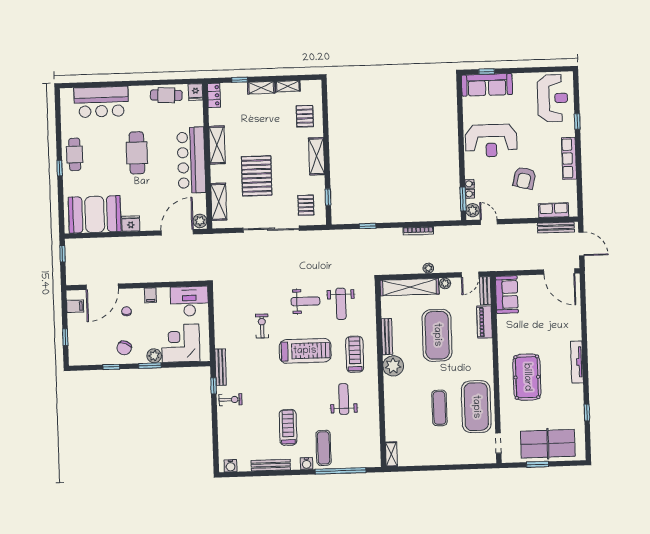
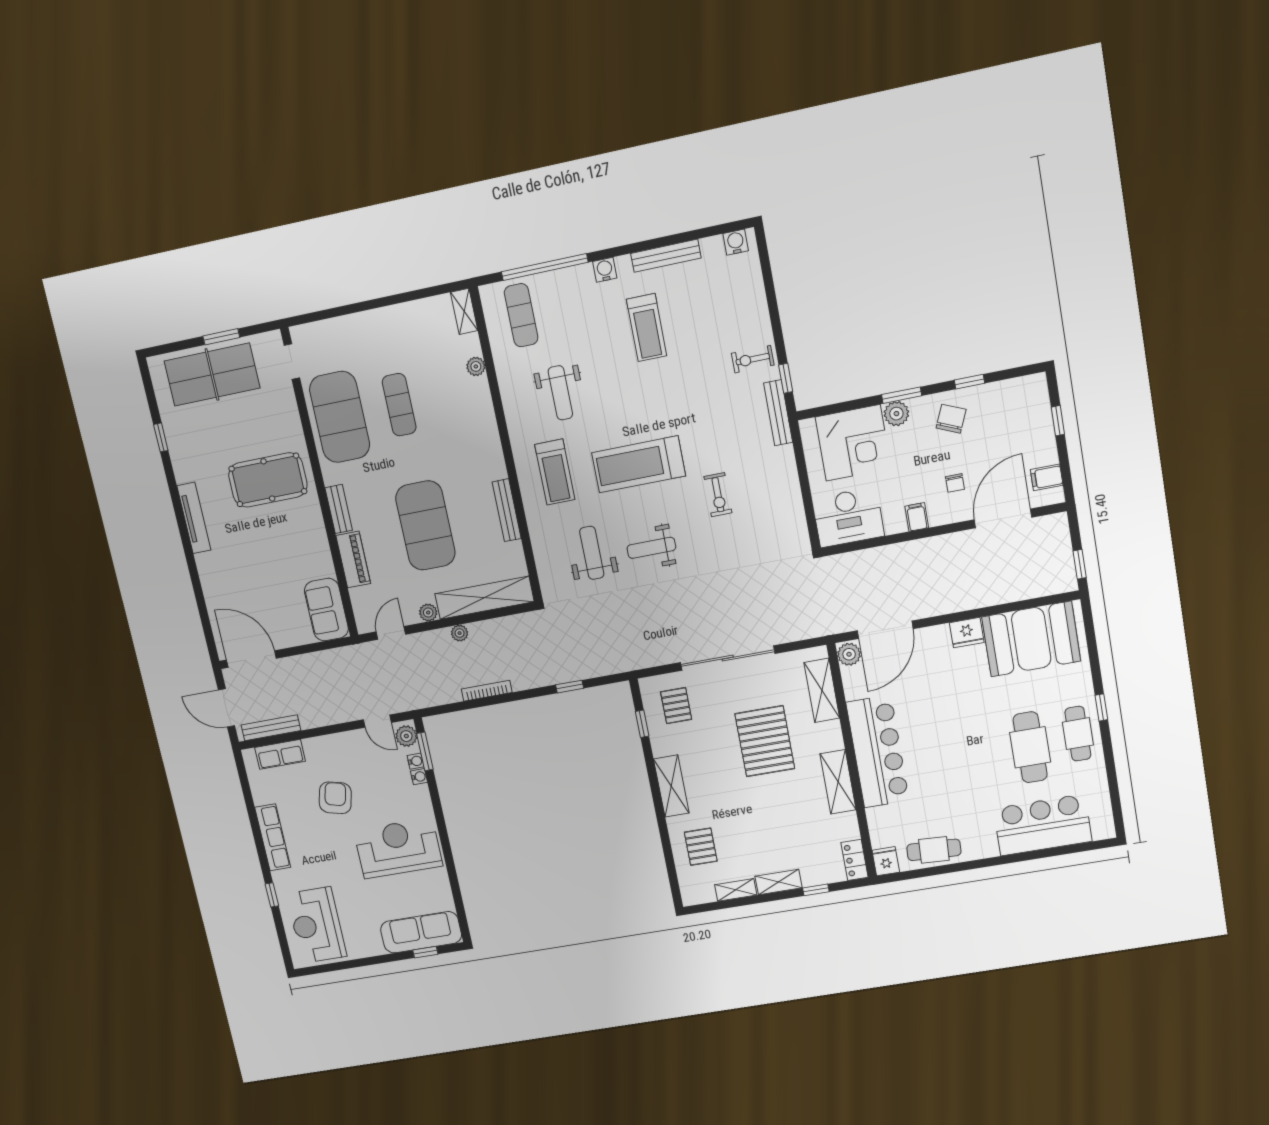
cafe table: (137, 153) -> (1030, 747), moved
bench: (485, 291) -> (339, 509), moved
plant: (393, 366) -> (476, 366), moved, width x0.53, depth x0.53
pool table: (527, 377) -> (268, 480), turned 90
exercise mat: (324, 448) -> (521, 315), moved

